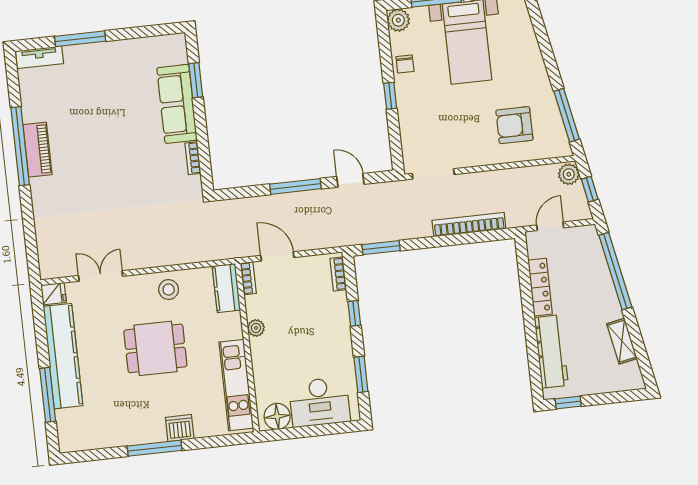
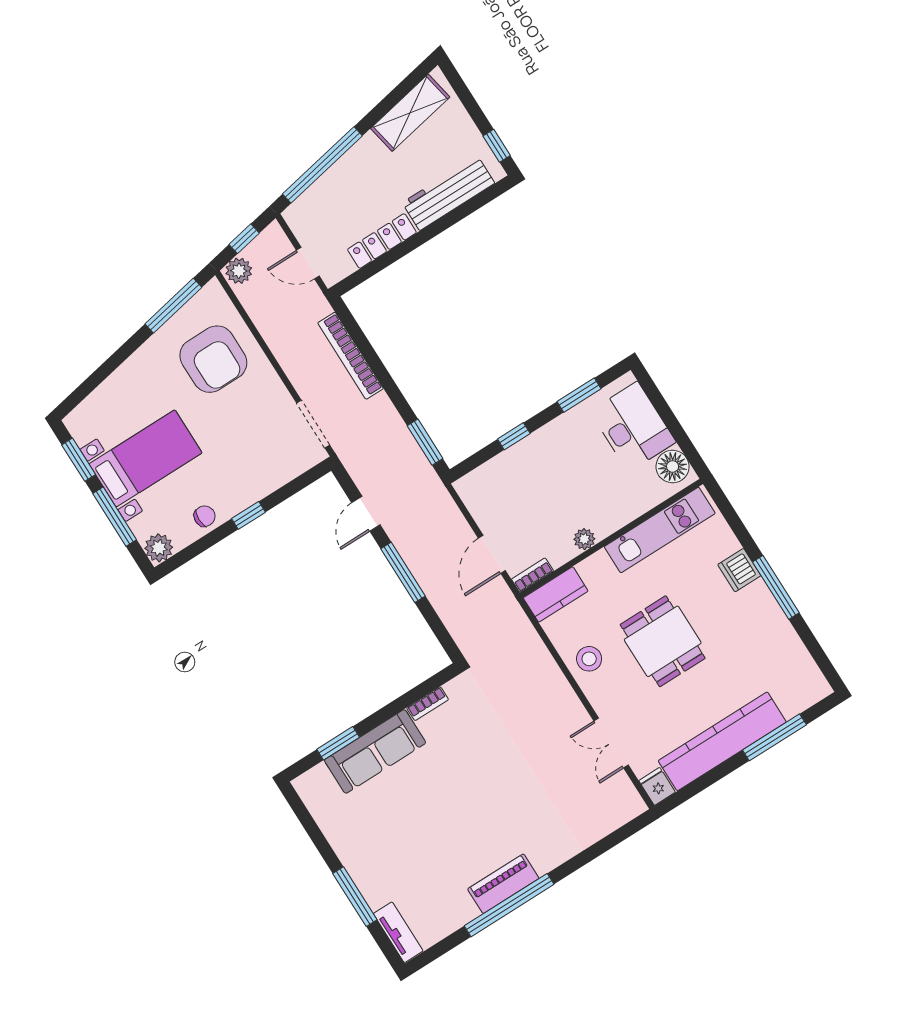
armchair: (514, 125) -> (213, 359), width x1.36, depth x1.36
bookcase: (338, 274) -> (478, 476), removed
shelving: (622, 341) -> (410, 113), width x1.50, depth x1.33

